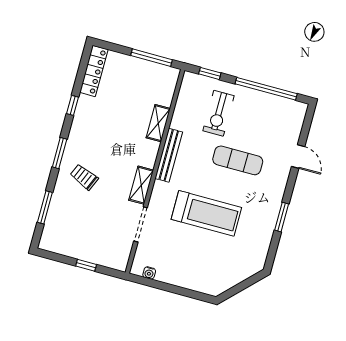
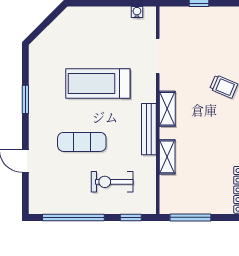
exercise bike: (219, 113) -> (112, 182), turned -90
shelving: (141, 185) -> (167, 109), moved

